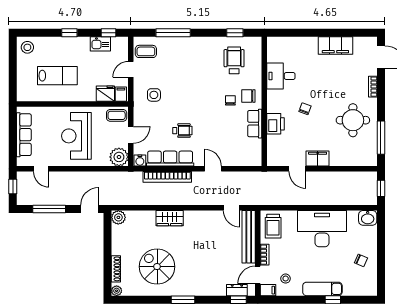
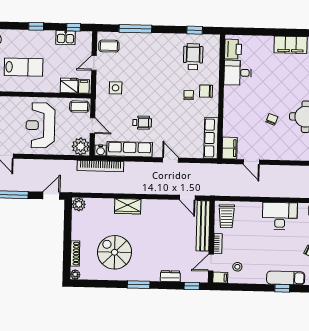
chair: (305, 109) -> (272, 119), moved
row of seats: (255, 124) -> (211, 138), moved, width x1.48
printer: (275, 124) -> (233, 49), moved
door: (131, 135) -> (92, 126), hinge flipped
filing cabinet: (318, 159) -> (230, 148), moved, turned 90
bookcase: (167, 177) -> (100, 166), moved
desk: (322, 229) -> (280, 216), width x0.73, depth x0.77
exam couch: (322, 289) -> (286, 278), moved
dresser: (237, 290) -> (170, 276), moved

